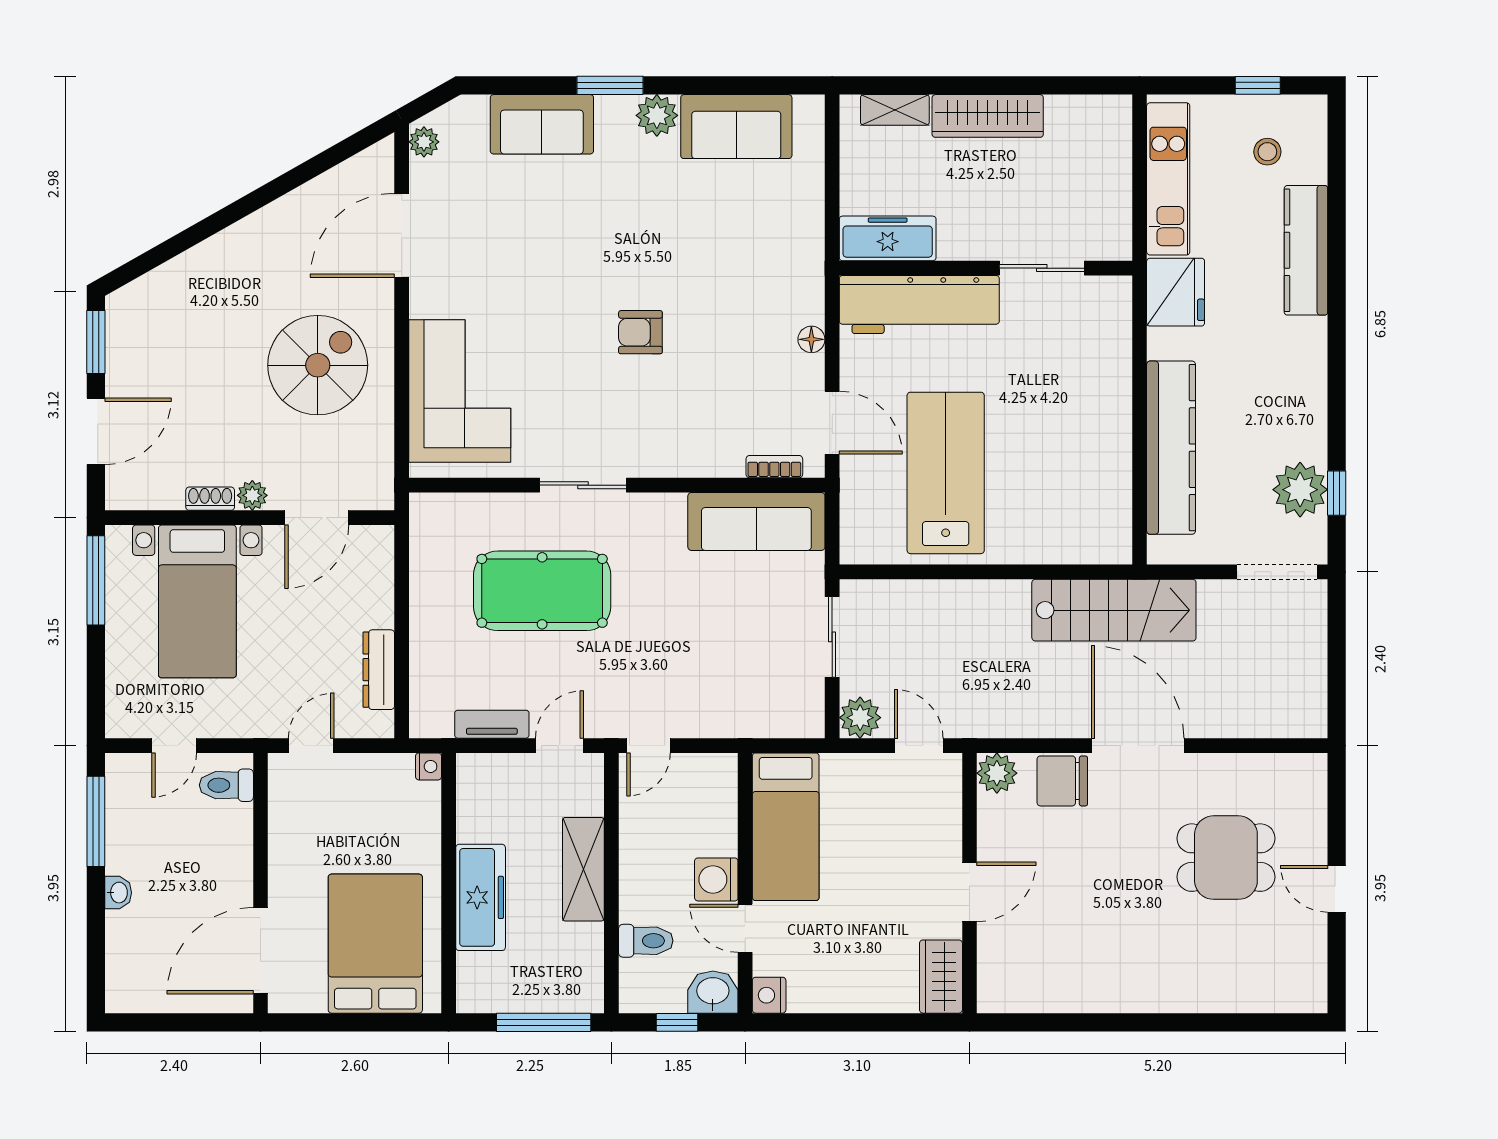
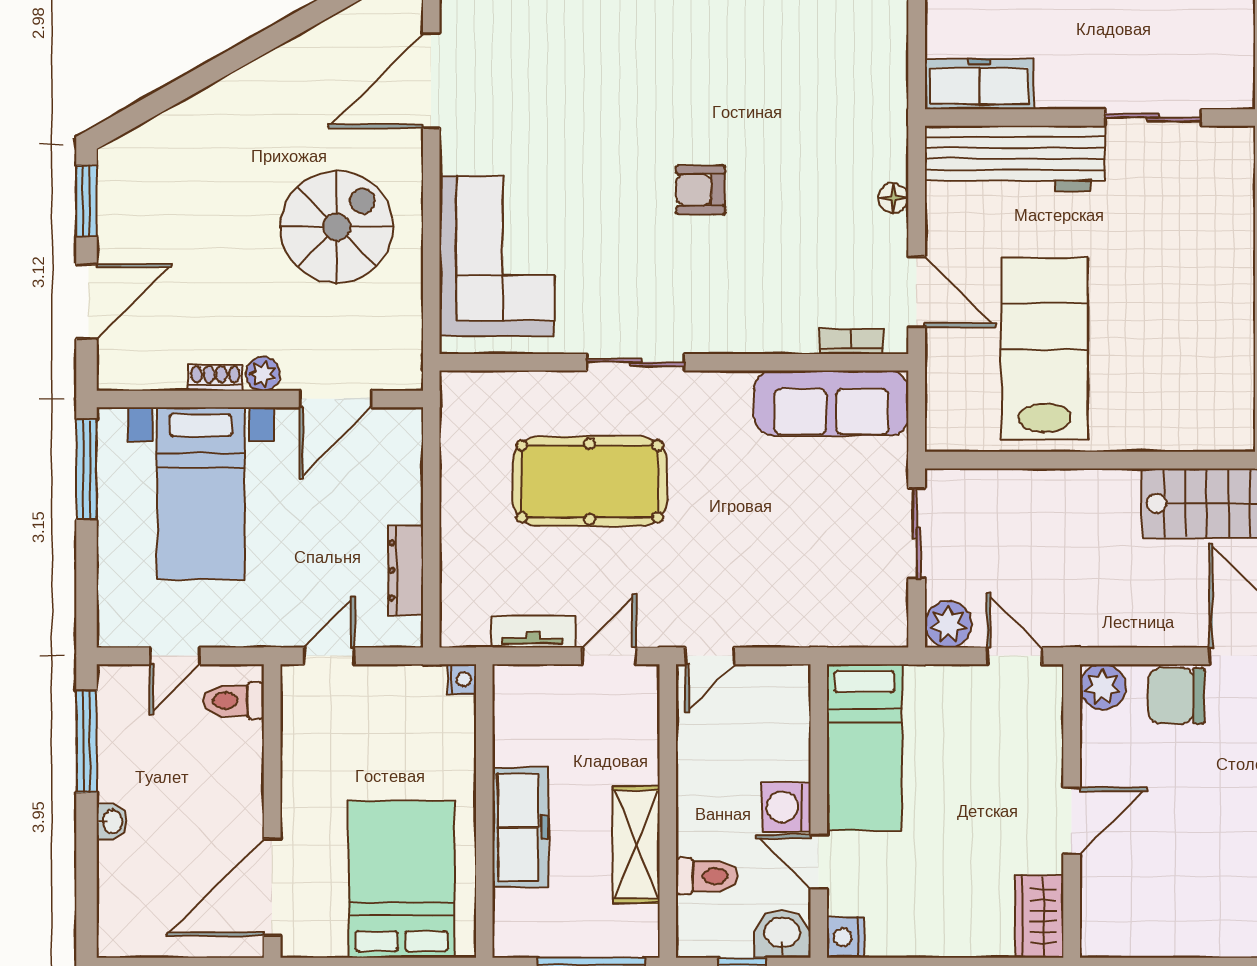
shelving: (583, 869) -> (636, 844), moved

